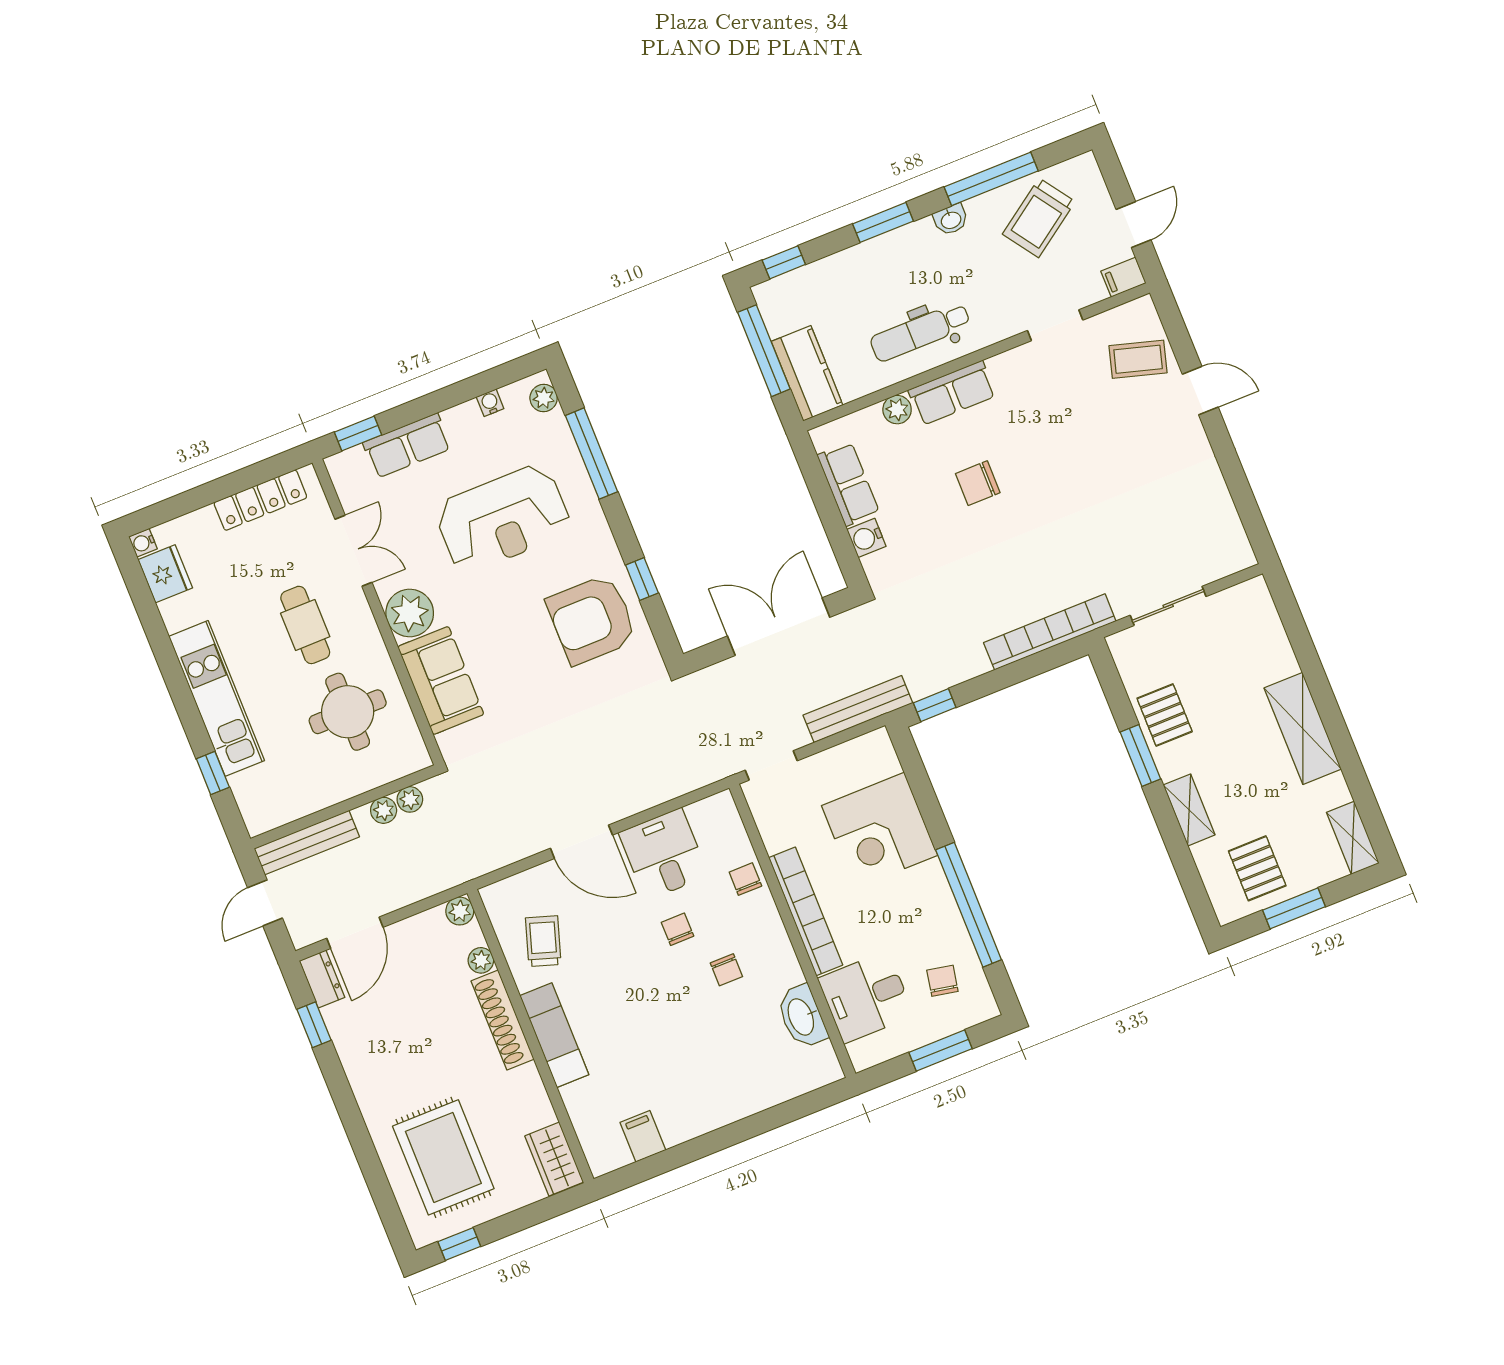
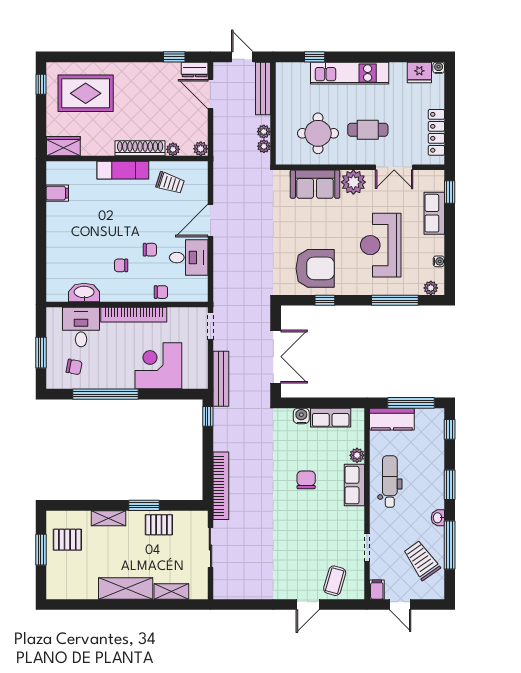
armchair: (592, 620) -> (315, 268), turned 90
shelving: (1353, 838) -> (171, 591), moved

